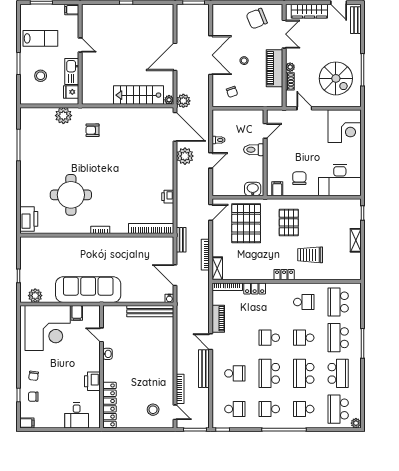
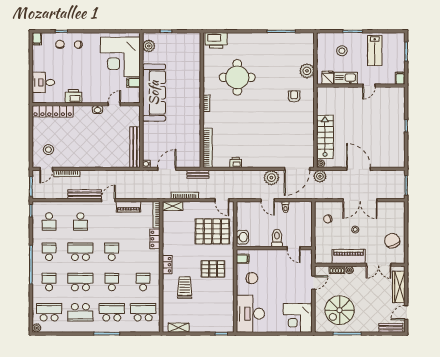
shelving: (356, 240) -> (179, 328), moved
school desk: (304, 302) -> (143, 282), turned 180

